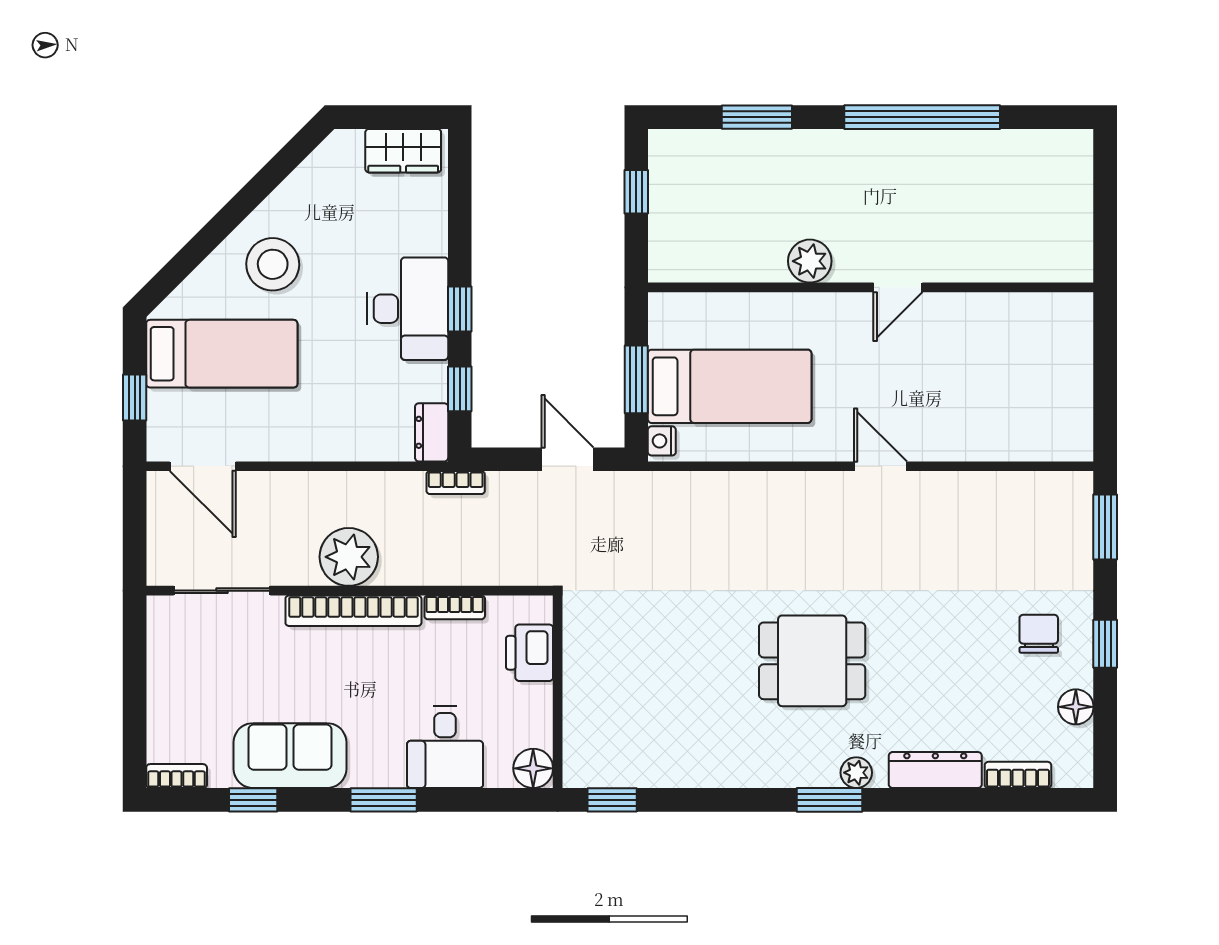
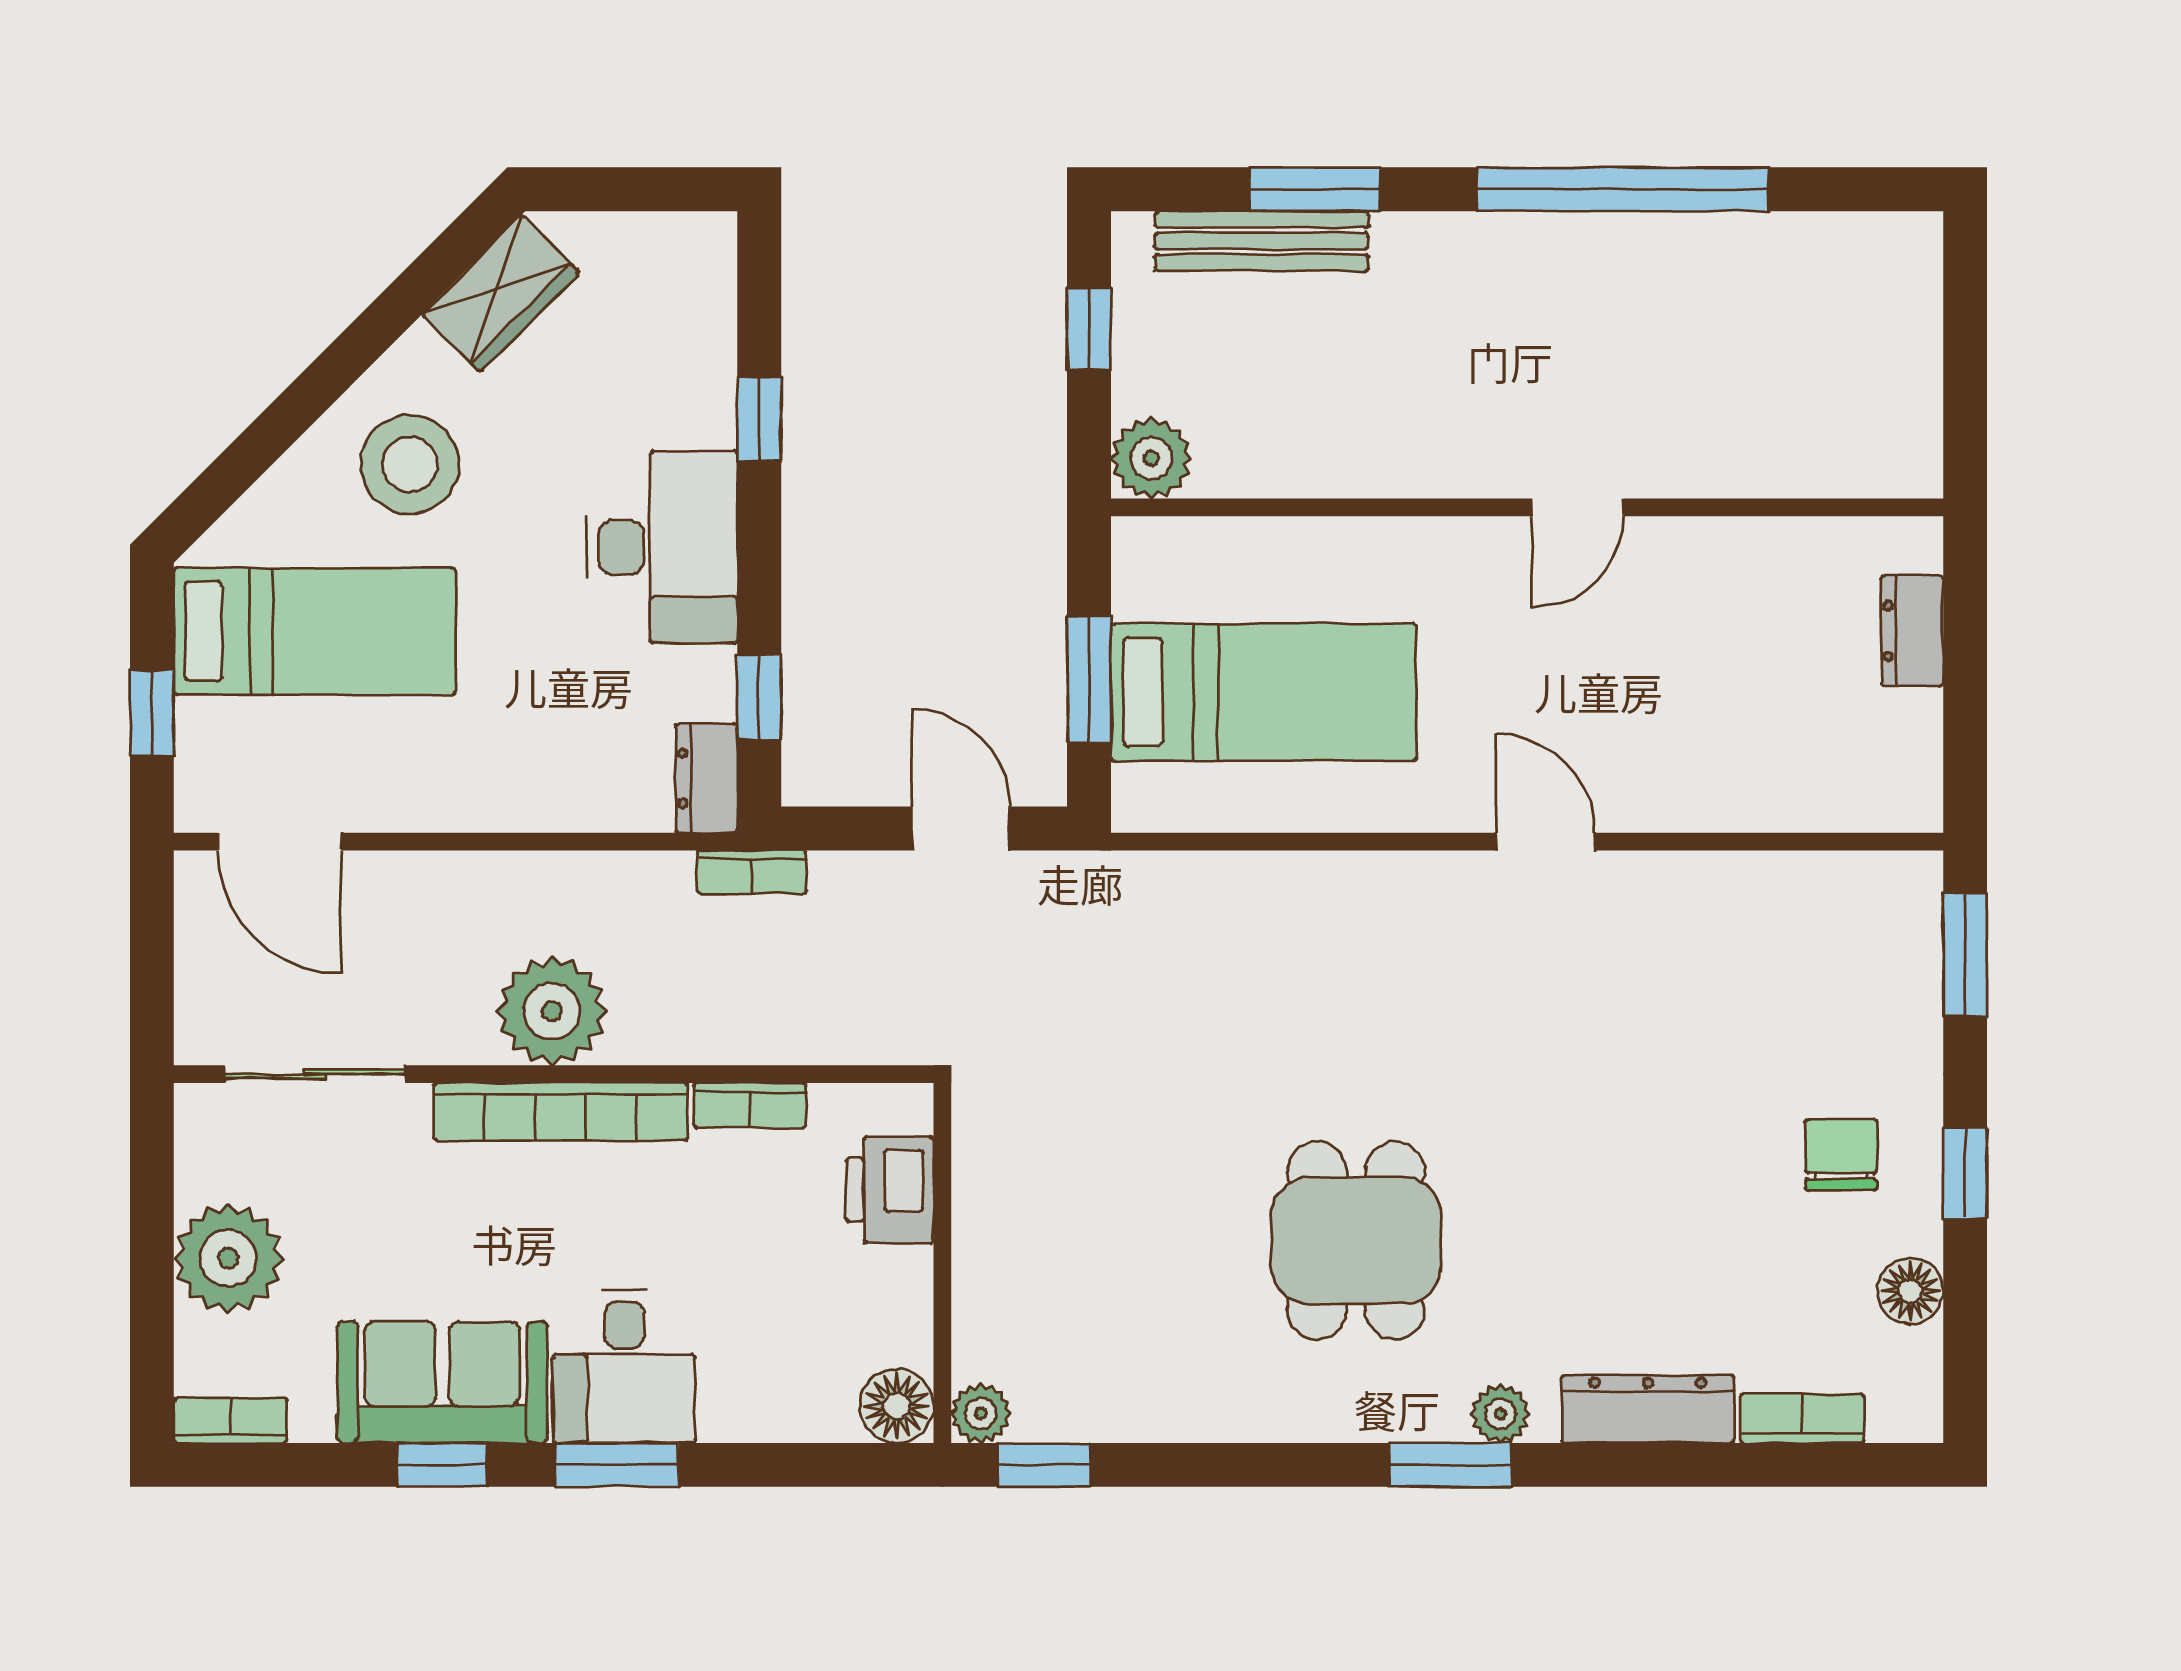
bench: (729, 145) -> (1262, 241), added
wardrobe: (403, 151) -> (501, 294), moved, turned -45
plant: (810, 261) -> (1151, 458), moved
window: (460, 309) -> (759, 419), moved
dresser: (1077, 353) -> (1912, 631), added
nightstand: (662, 441) -> (1137, 794), removed
dining table: (812, 661) -> (1356, 1241), moved, turned 90
plant: (176, 689) -> (228, 1258), added
desk: (445, 747) -> (624, 1367), moved
plant: (578, 772) -> (981, 1413), added
window: (253, 800) -> (442, 1465), moved

